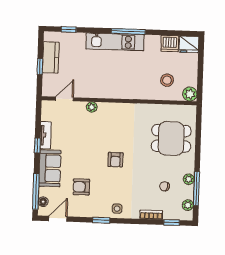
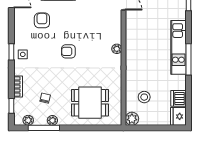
plant: (92, 107) -> (117, 49), moved
dining table: (171, 138) -> (90, 103), turned 90
window: (101, 220) -> (11, 52), moved

